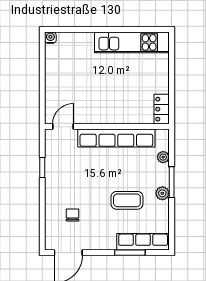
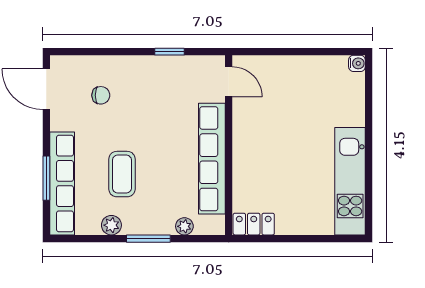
plant: (162, 193) -> (111, 225), moved
row of seats: (143, 242) -> (62, 183), width x1.36

